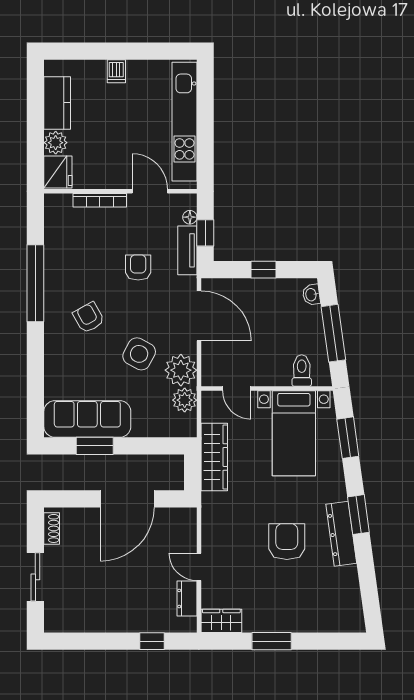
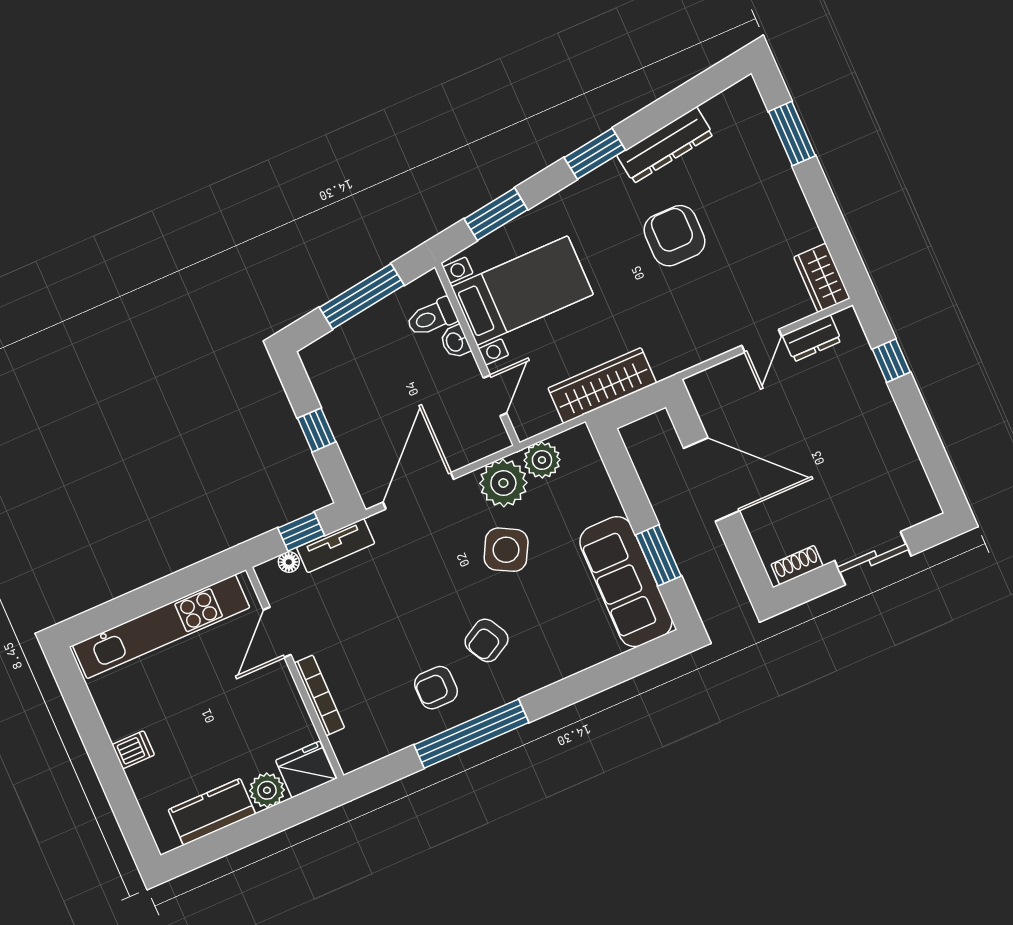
armchair: (138, 268) -> (436, 688), moved
washbasin: (311, 295) -> (455, 342), moved, turned 98
dresser: (341, 534) -> (665, 145), moved
armchair: (287, 542) -> (675, 236), turned 90
window: (272, 641) -> (792, 134), moved

